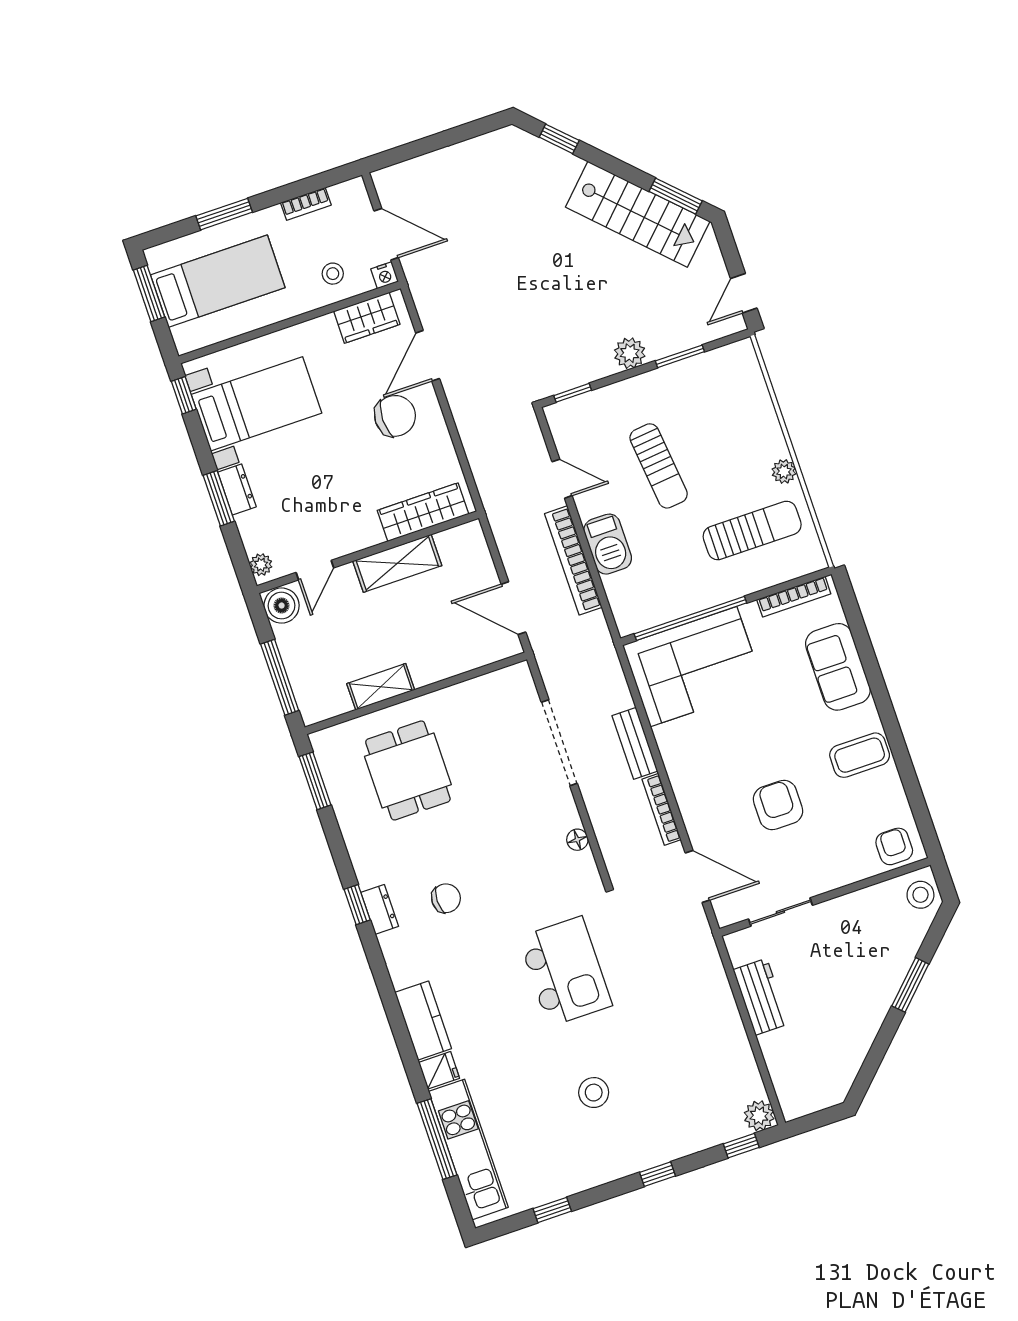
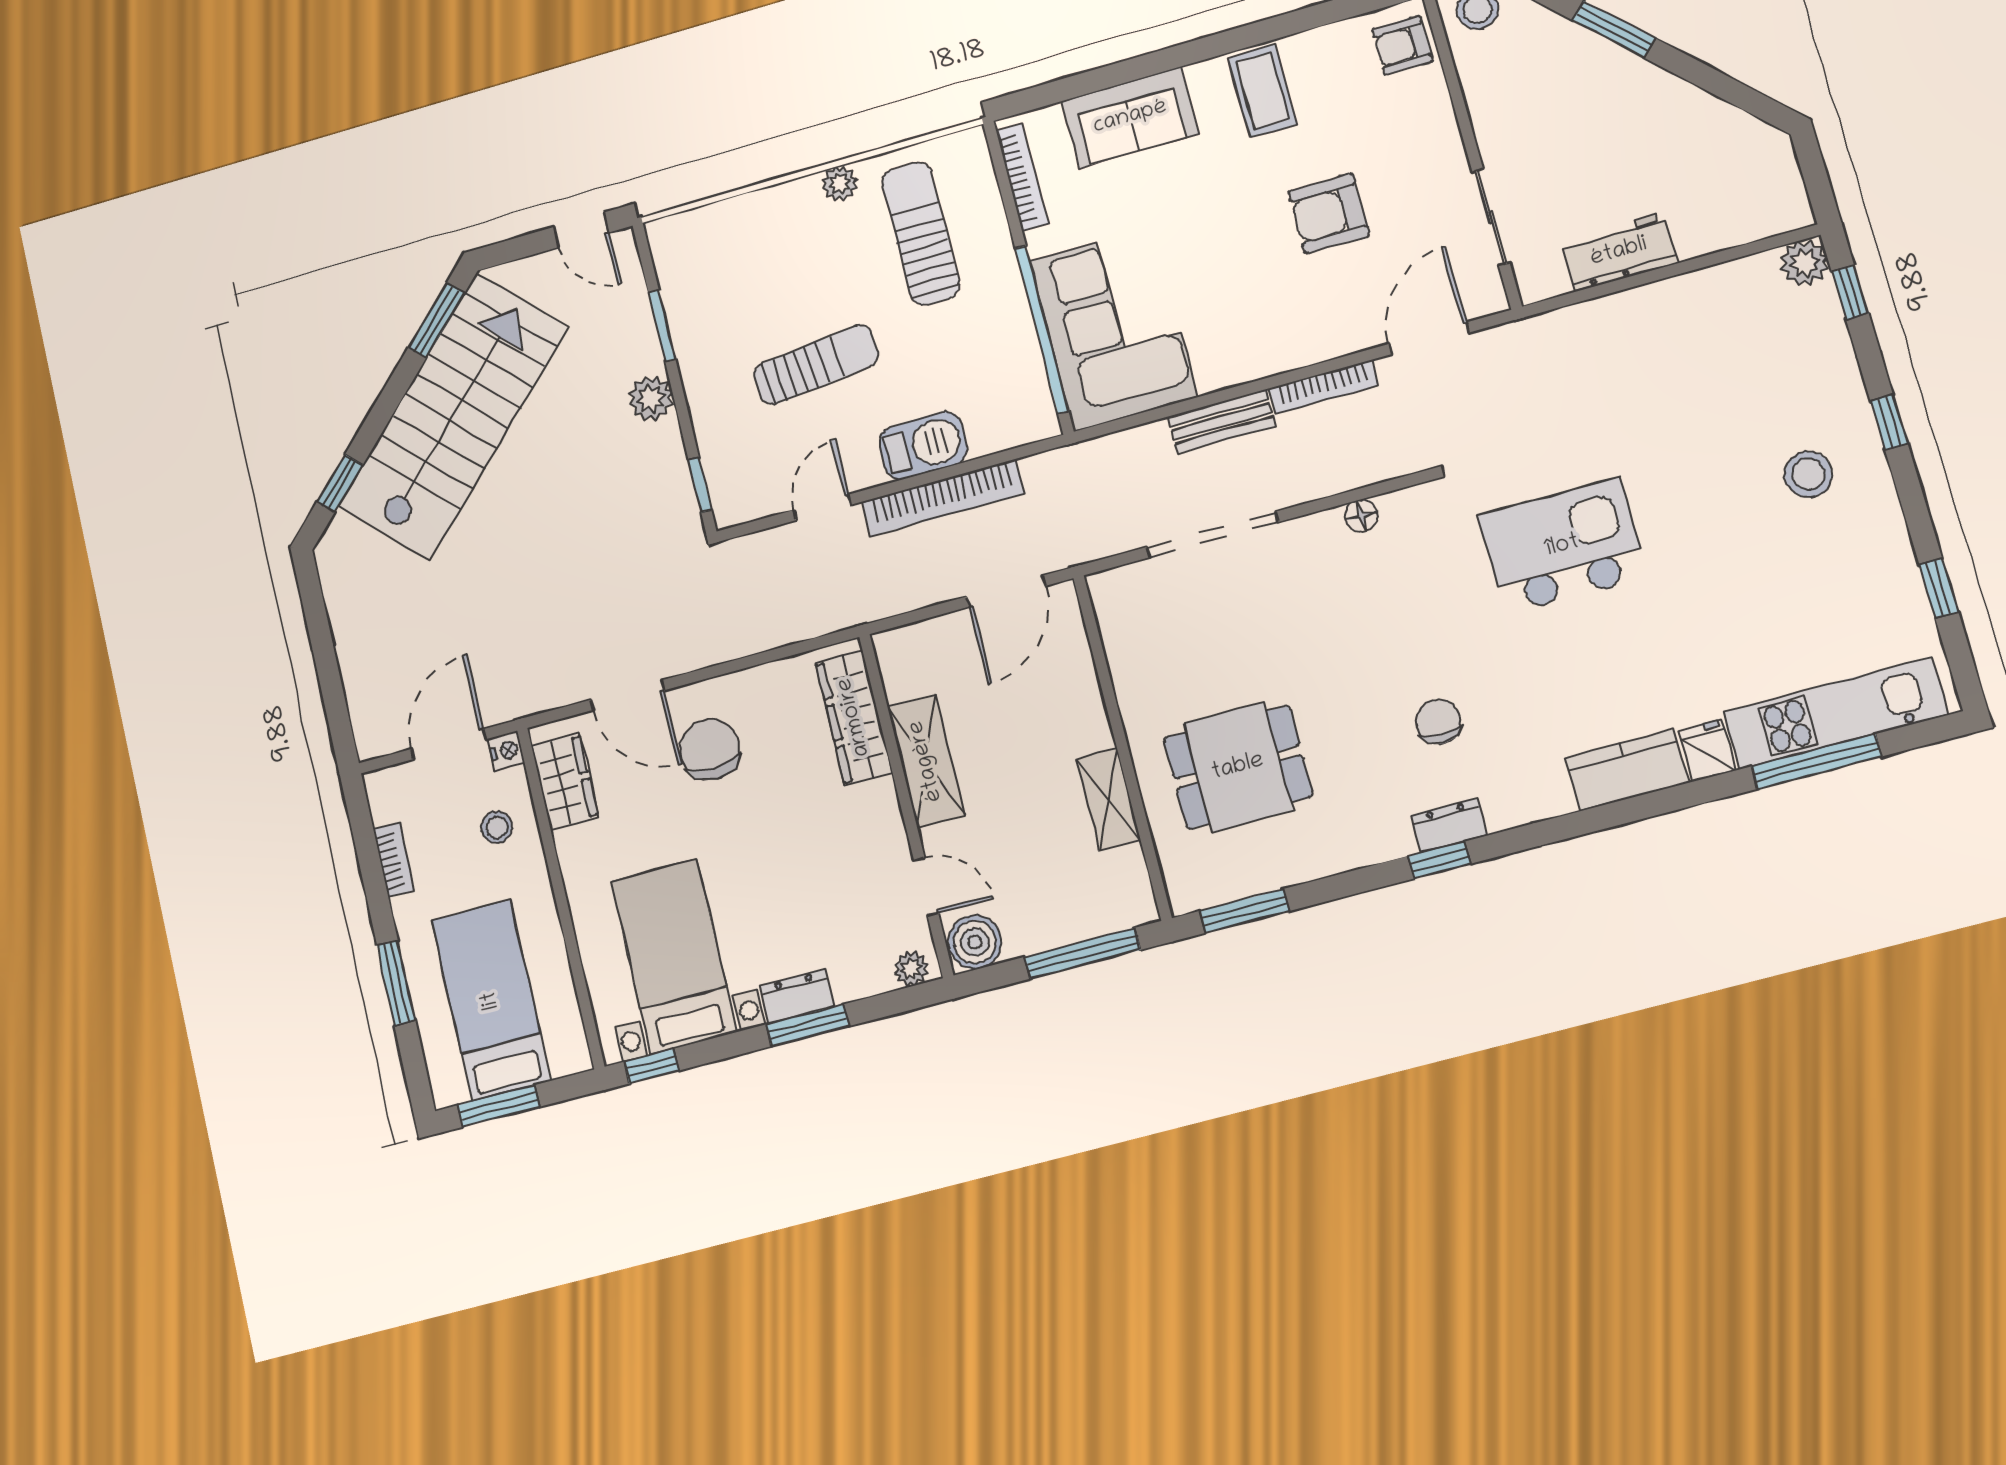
stairs: (638, 214) -> (453, 416), width x1.36, depth x1.51
stool: (594, 1093) -> (1808, 474), moved

